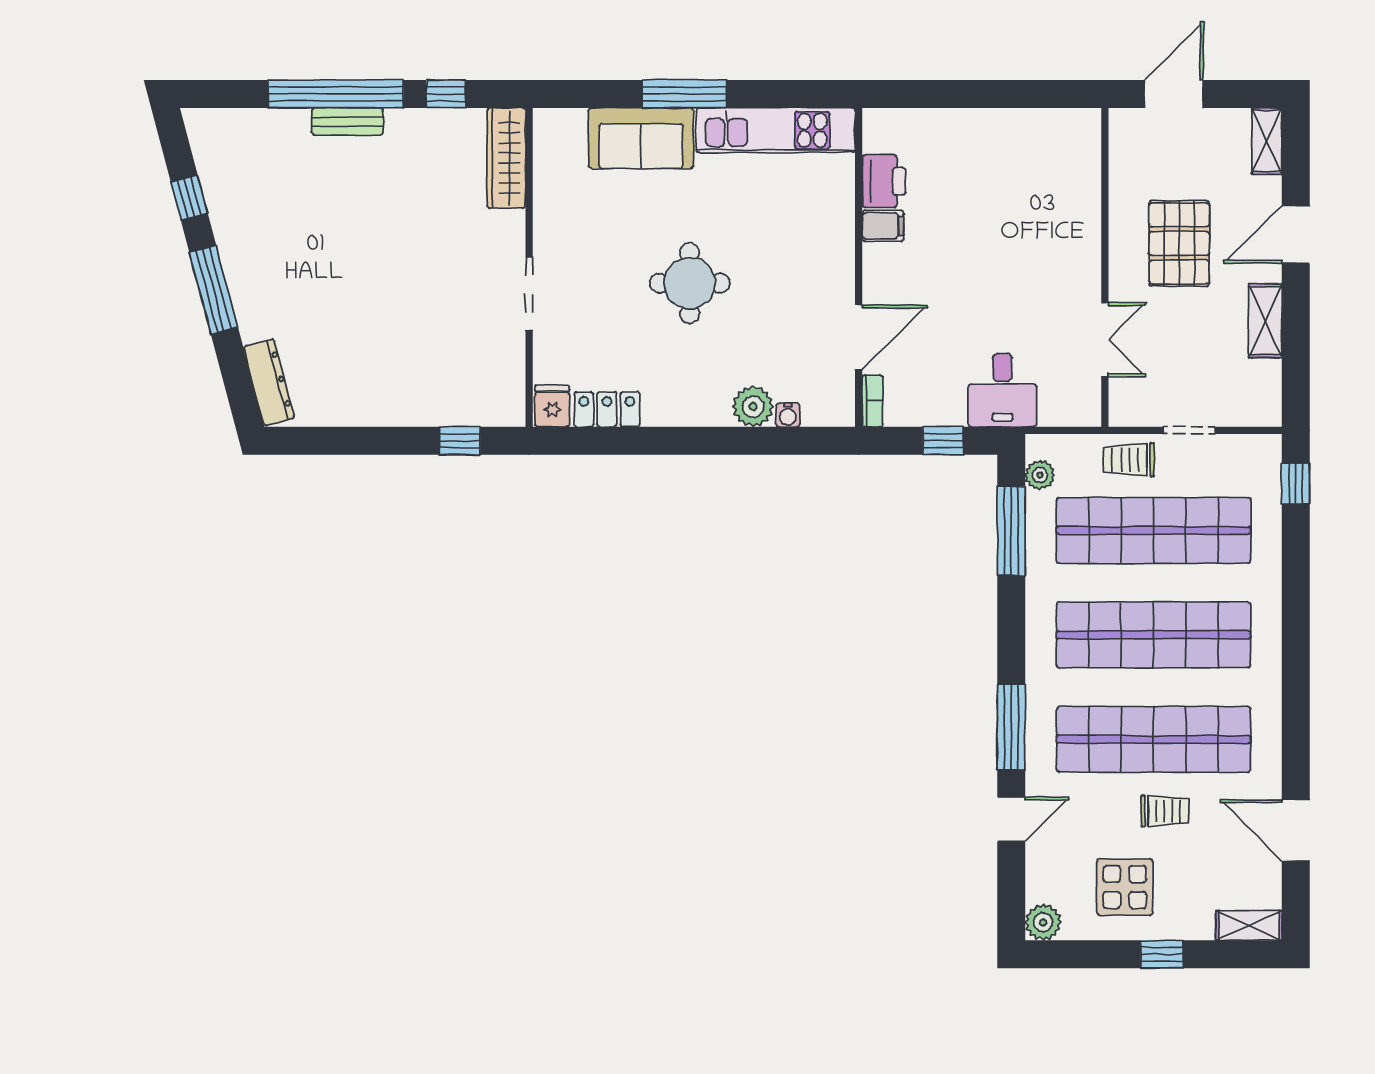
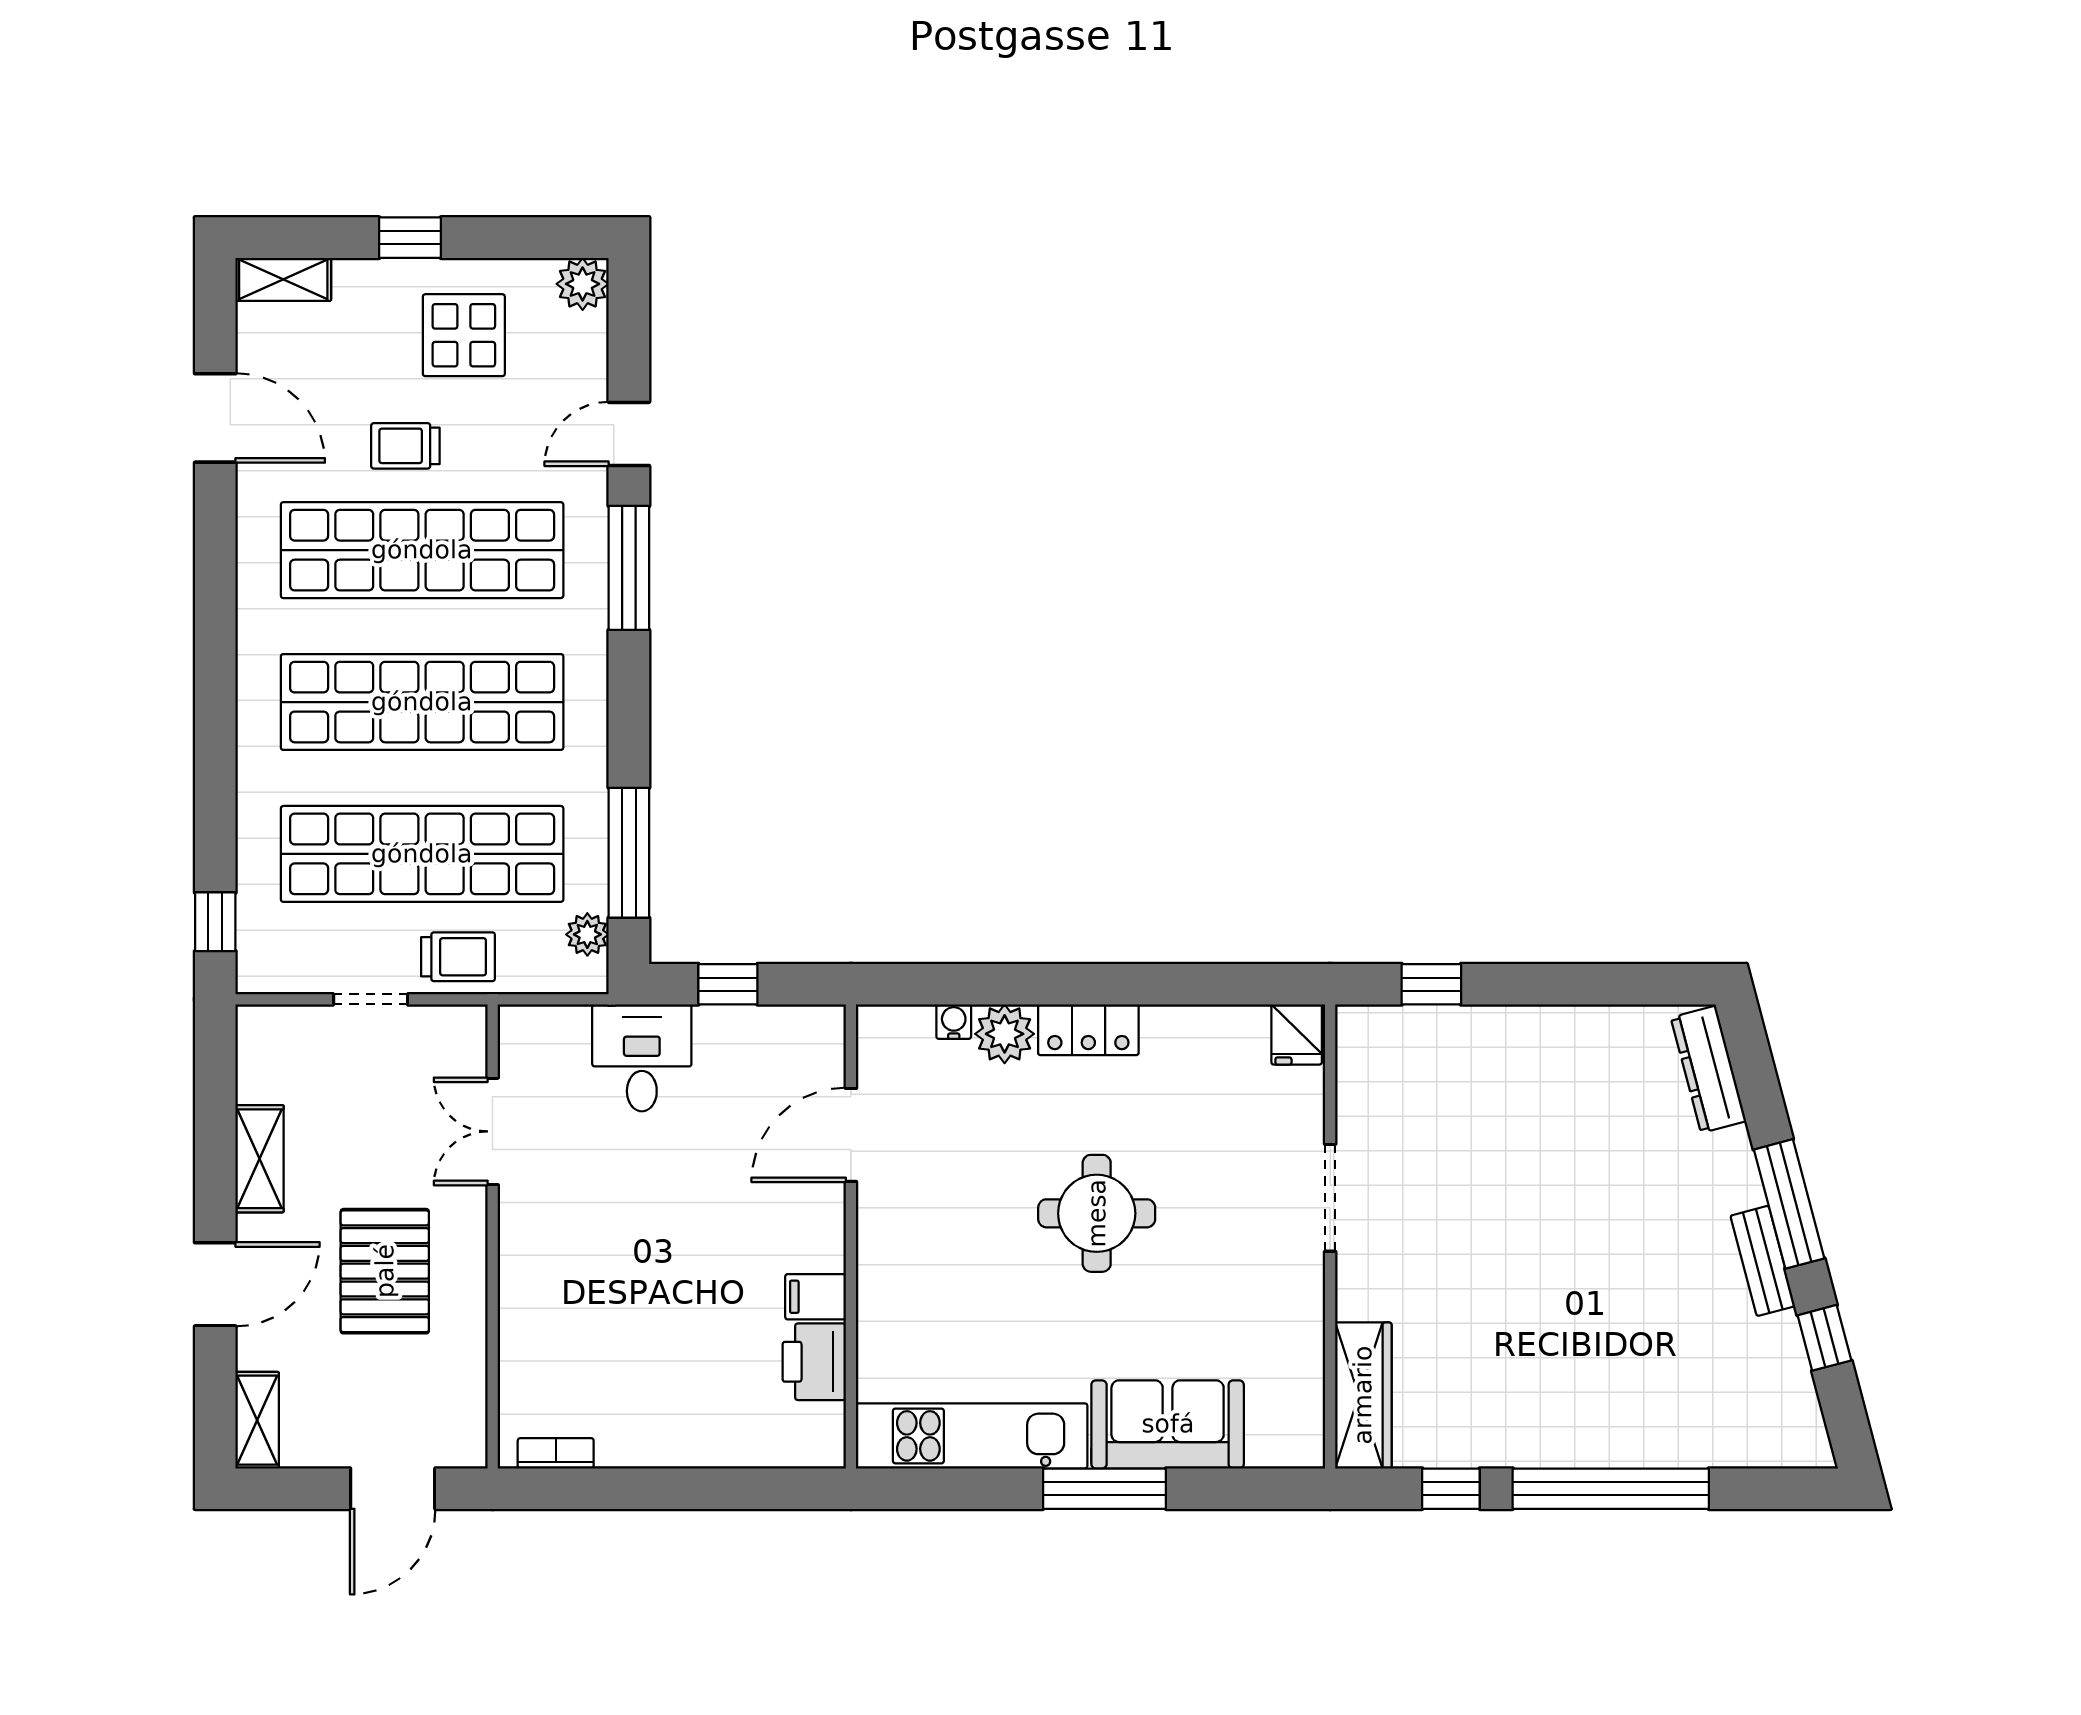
bench: (347, 121) -> (1763, 1261), moved, turned 75
bookcase: (873, 401) -> (556, 1453), moved, turned 90
locker: (607, 409) -> (1088, 1030), moved

